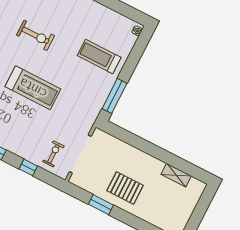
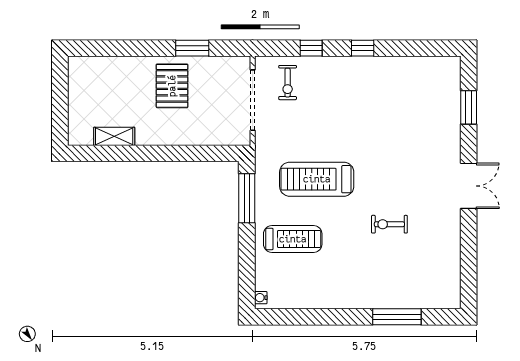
exercise bike: (35, 35) -> (389, 224), width x0.73, depth x0.72
treadmill: (33, 88) -> (317, 179), moved
pallet: (125, 188) -> (172, 86), turned 90

